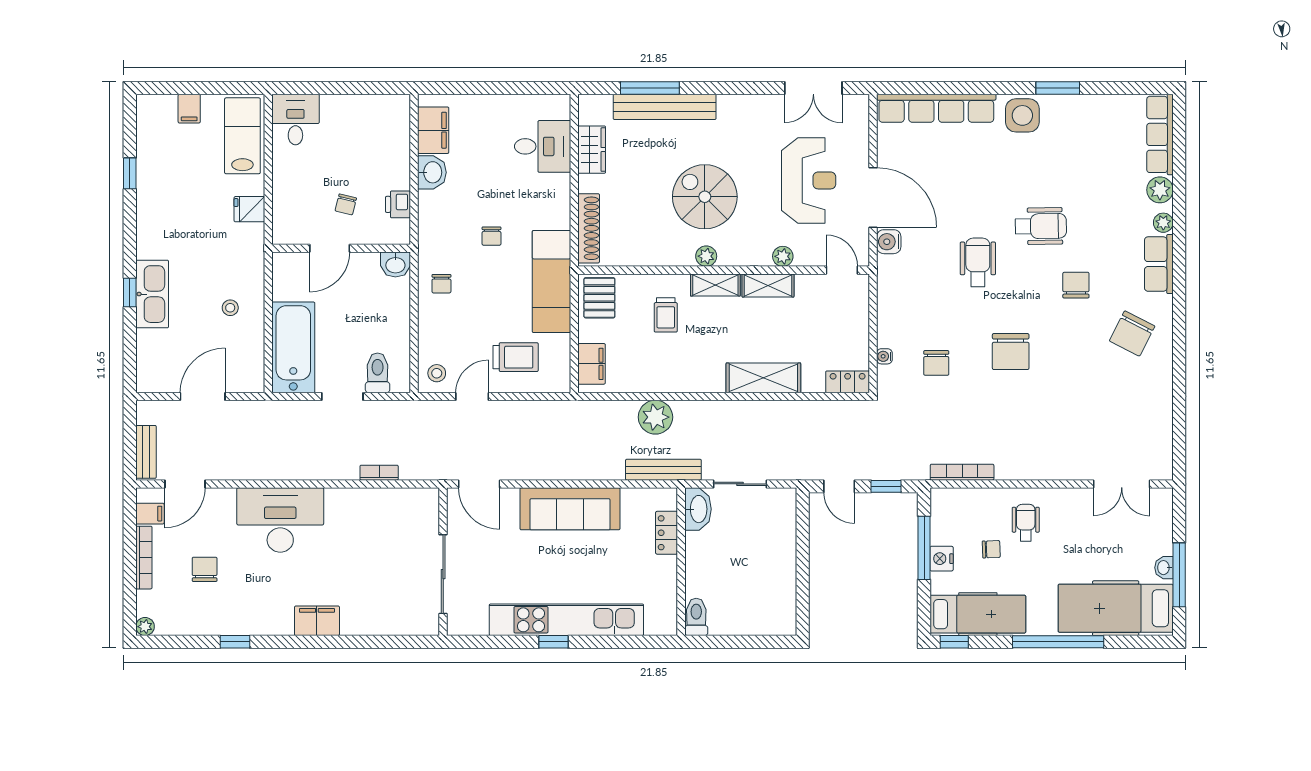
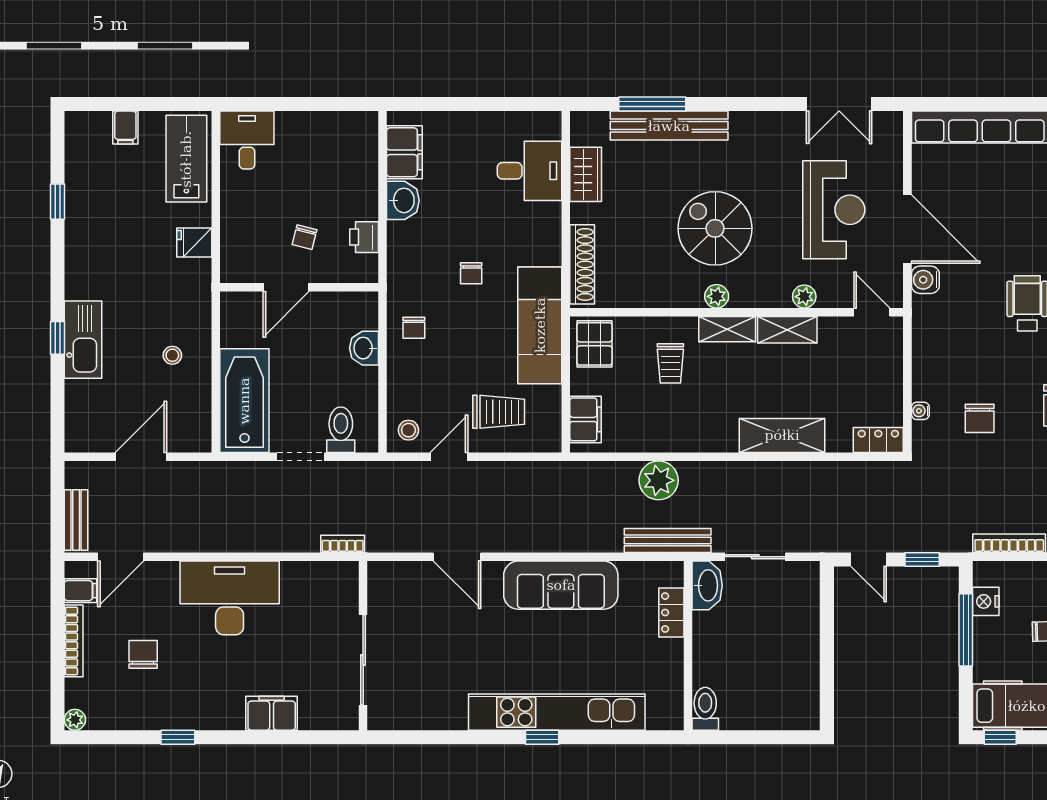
washbasin: (395, 264) -> (364, 348), moved, turned 90
nightstand: (942, 559) -> (986, 601), moved
wall: (443, 562) -> (363, 646), moved
sliding door: (443, 574) -> (363, 660), moved

